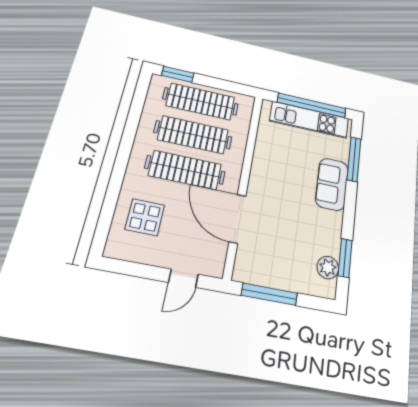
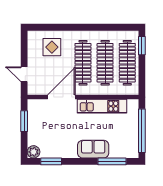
kitchen unit: (309, 120) -> (102, 106), moved, turned -90
plant: (328, 268) -> (34, 152), moved
window: (269, 294) -> (24, 121), width x0.69

